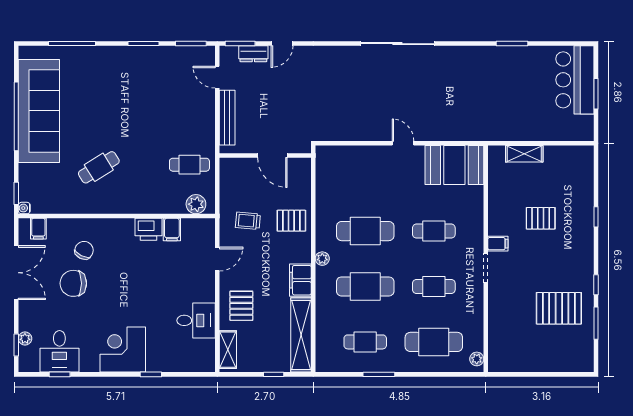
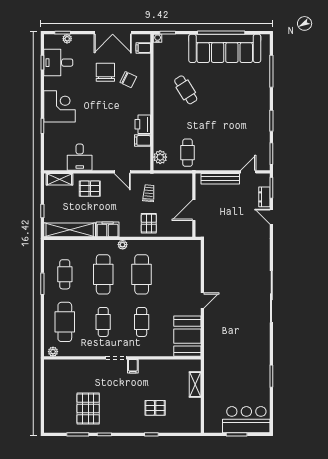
pallet: (541, 218) -> (155, 408), moved, turned 90

